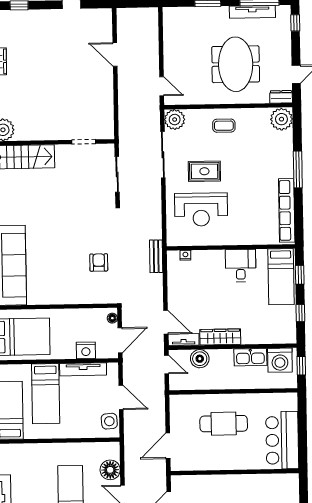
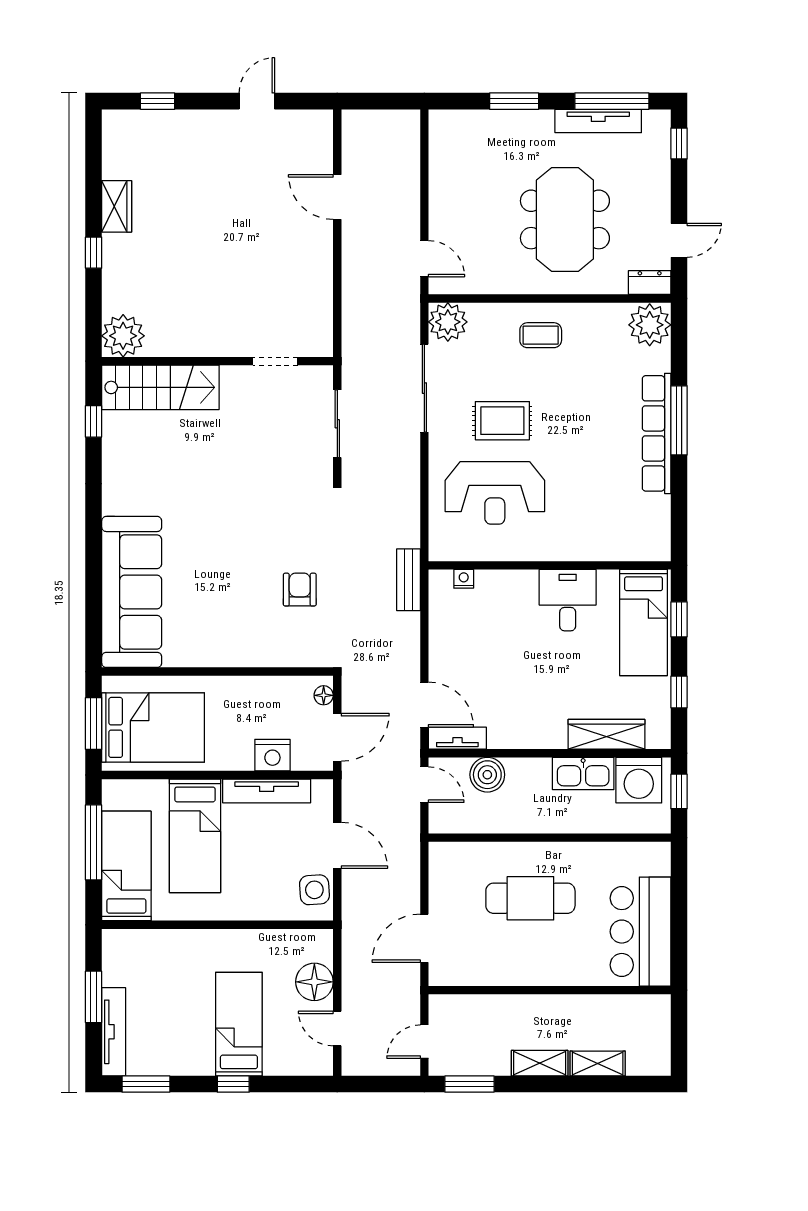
row of seats: (287, 210) -> (657, 433), moved
wardrobe: (220, 337) -> (606, 734), moved

